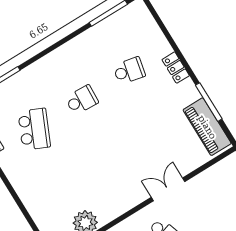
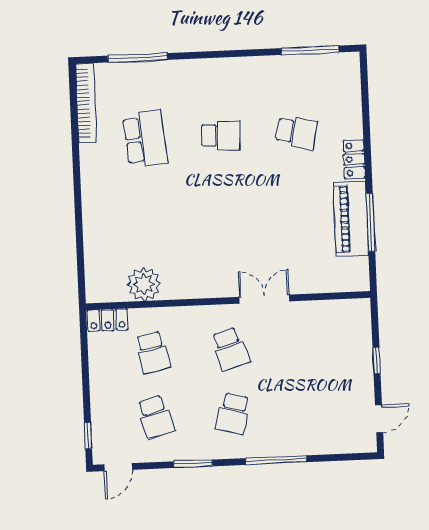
piano: (207, 127) -> (351, 219), moved
school desk: (34, 129) -> (145, 139), turned -30

